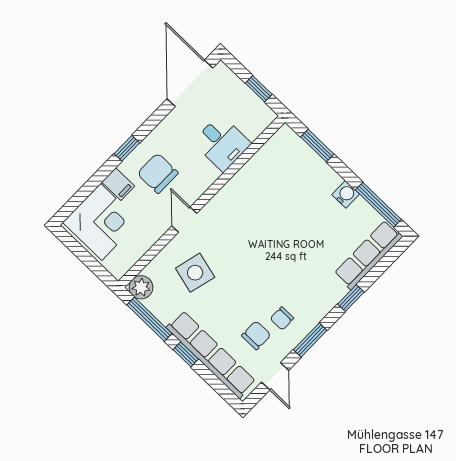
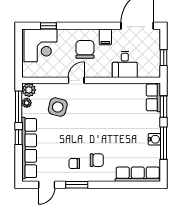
row of seats: (294, 147) -> (153, 97), added
window: (127, 148) -> (48, 26), moved
filing cabinet: (118, 184) -> (105, 37), moved
window: (378, 205) -> (164, 143), moved
window: (351, 298) -> (112, 185), removed
plant: (154, 305) -> (27, 103), added
chair: (256, 335) -> (97, 160), moved

